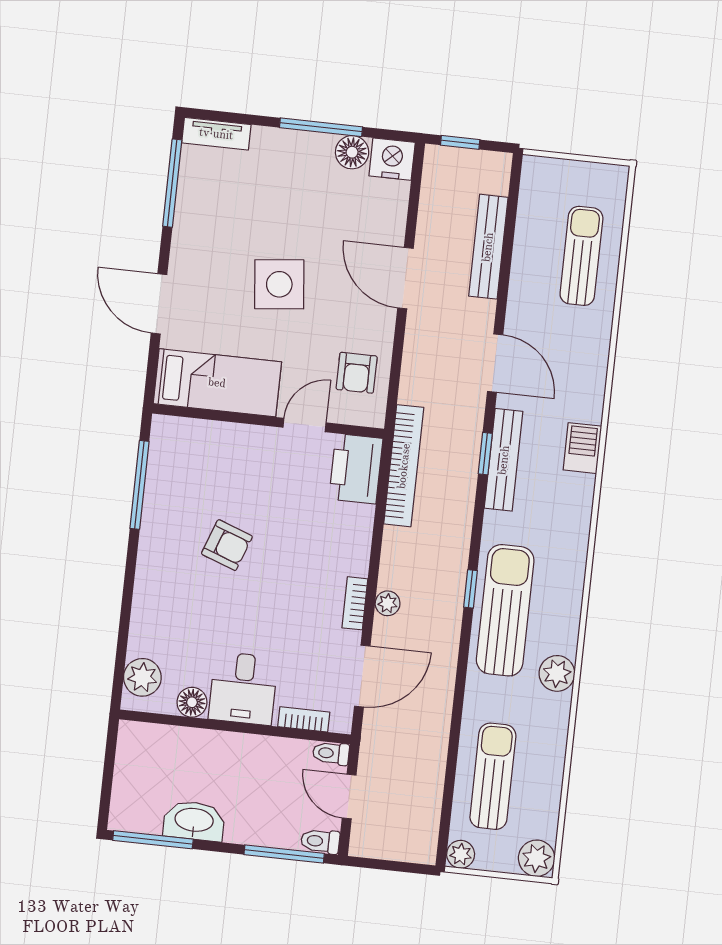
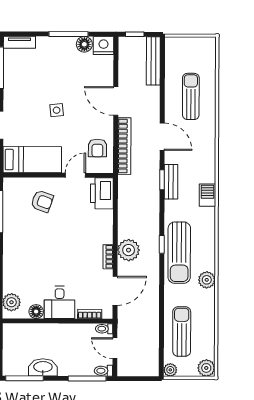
bench: (488, 247) -> (153, 61), moved
sun lounger: (581, 256) -> (191, 96), moved
side table: (279, 284) -> (57, 110), width x0.54, depth x0.54
barbecue: (582, 448) -> (207, 195), moved
bench: (504, 460) -> (171, 182), width x0.73
bookcase: (404, 466) -> (124, 146), moved
armchair: (227, 545) -> (42, 201), moved
plant: (388, 603) -> (129, 250), width x1.88, depth x1.88
sun lounger: (505, 610) -> (179, 253), turned 180

